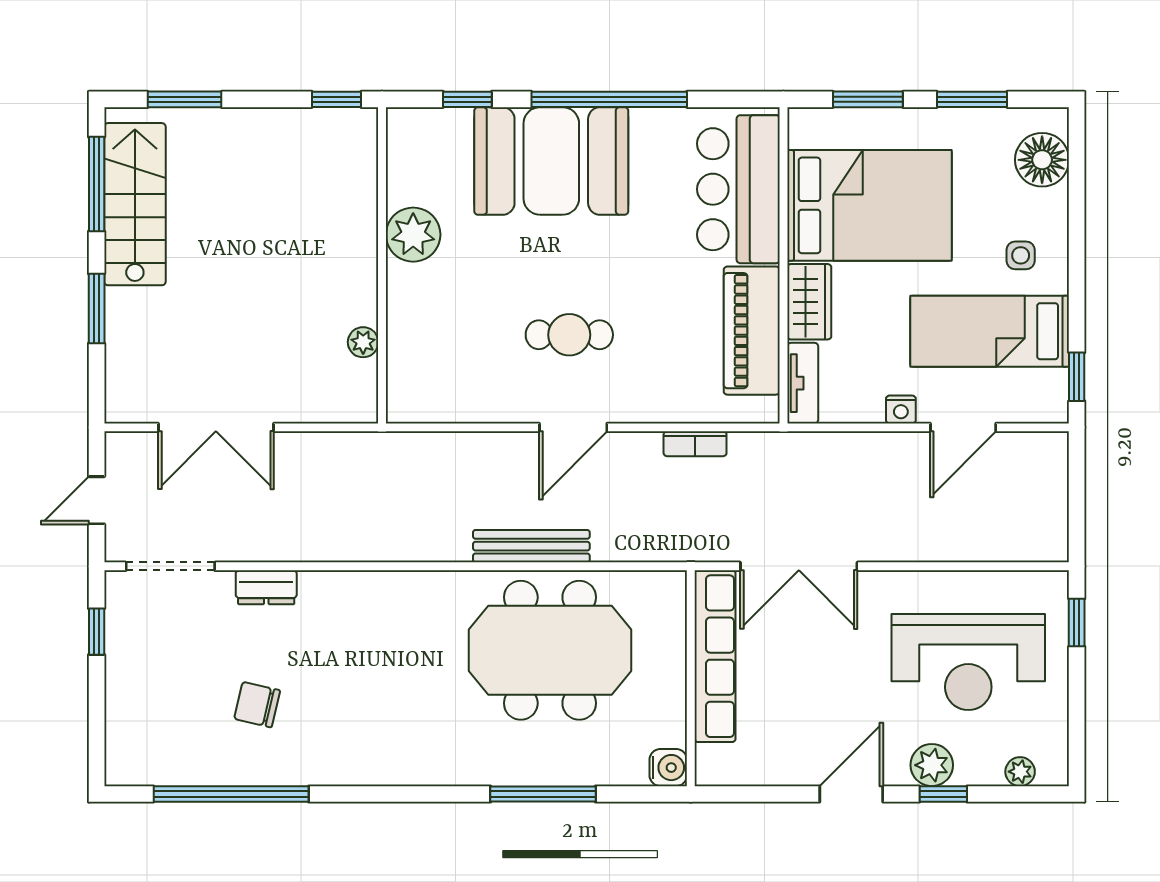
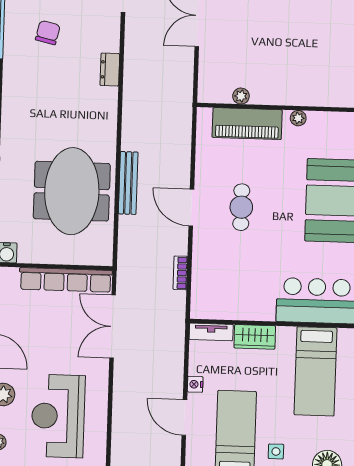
bed: (869, 205) -> (315, 371), width x0.67
plant: (413, 235) -> (298, 118), width x0.53, depth x0.53
piano: (752, 331) -> (247, 124), moved, turned 180
dresser: (266, 587) -> (110, 70), moved

